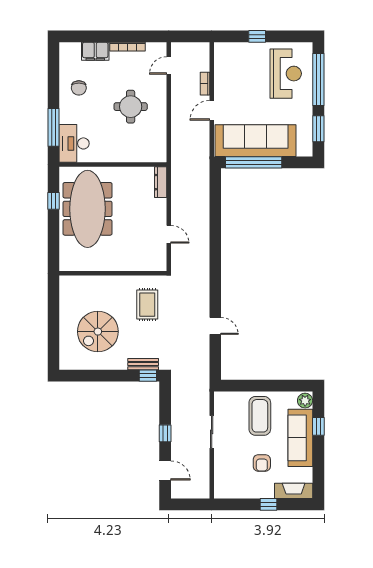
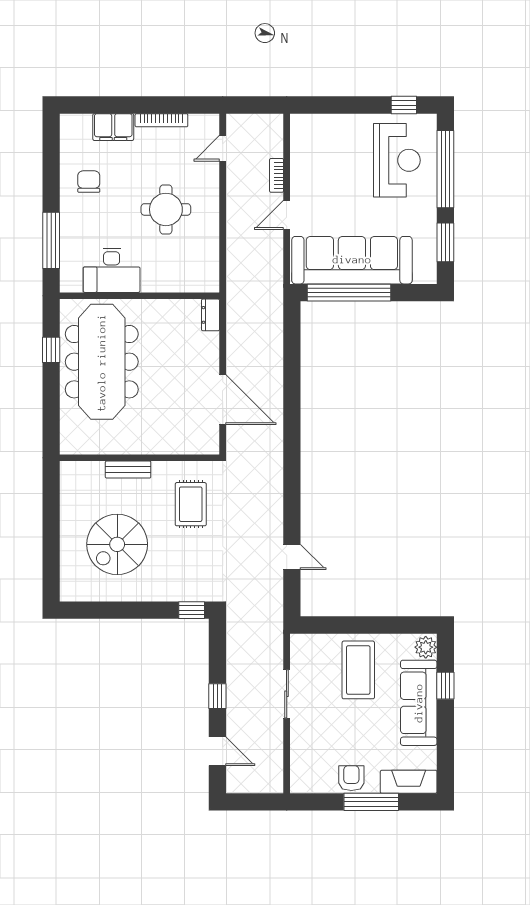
window: (257, 36) -> (404, 105), moved
chair: (79, 88) -> (89, 182), turned 180
desk: (74, 143) -> (112, 270), moved, turned -90
dresser: (161, 182) -> (210, 315), width x0.70
door: (169, 234) -> (223, 400), width x1.88
door: (215, 326) -> (292, 557), moved
bench: (143, 364) -> (128, 470), moved
armchair: (262, 463) -> (351, 778), moved, turned 180
window: (269, 504) -> (371, 802), width x2.17

